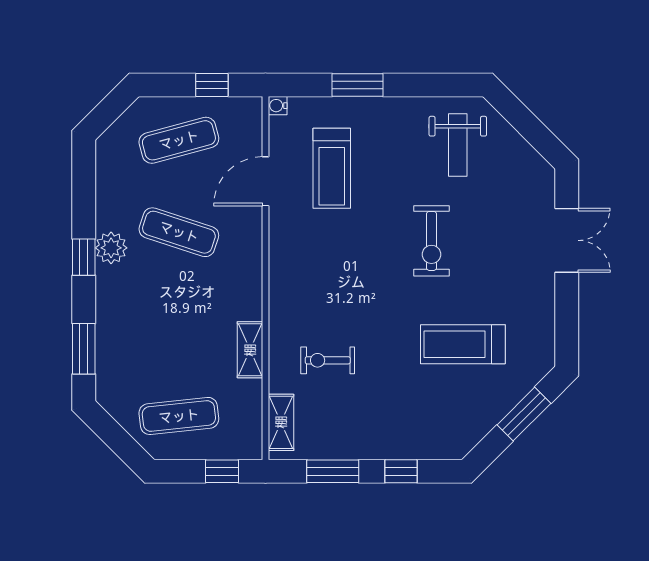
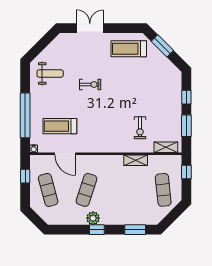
window: (357, 85) -> (25, 115), width x2.11
treadmill: (332, 168) -> (60, 126), turned 180
exercise bike: (431, 241) -> (90, 84), width x0.73, depth x0.72
treadmill: (463, 344) -> (129, 49), moved, turned 90

